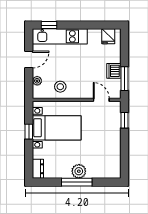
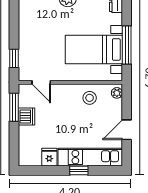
window: (49, 25) -> (79, 170), moved
fridge: (108, 36) -> (49, 157), moved
plant: (37, 81) -> (117, 93), moved
window: (29, 132) -> (127, 45), width x2.17

